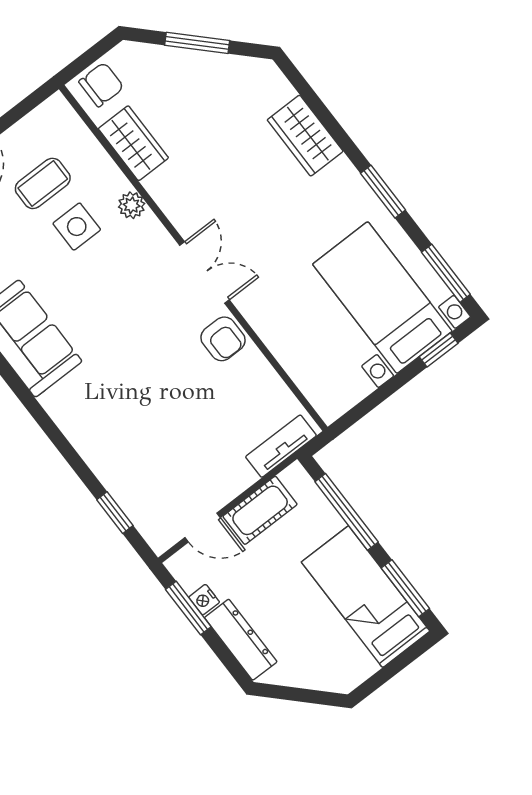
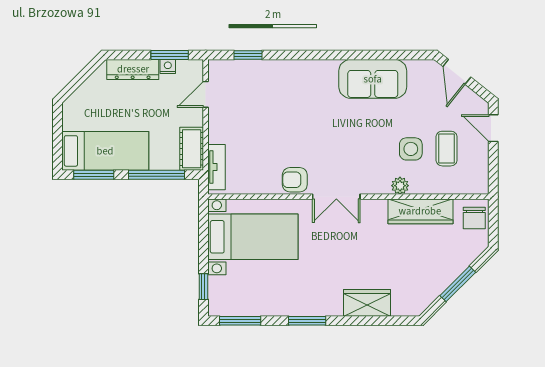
wardrobe: (133, 143) -> (420, 211), width x1.50
bed with nightstands: (382, 298) -> (253, 237), moved
cot: (260, 510) -> (192, 149), moved

